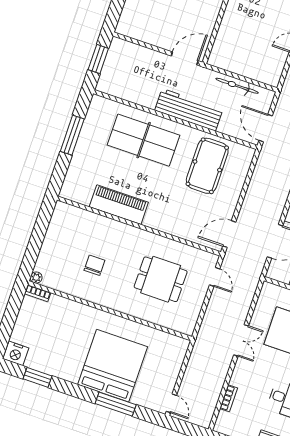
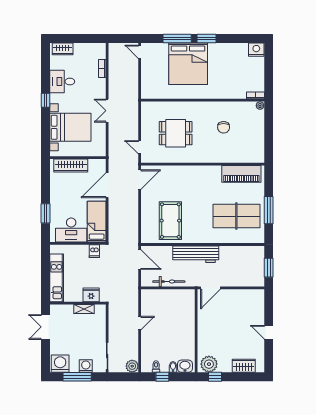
table tennis table: (144, 140) -> (236, 216), moved
piano: (119, 205) -> (241, 174), moved
window: (38, 377) -> (207, 38), moved

